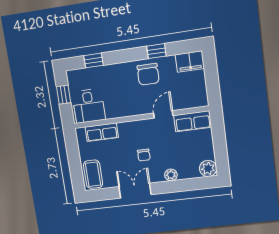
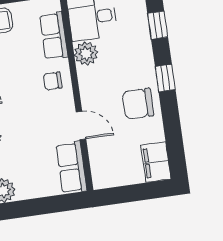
window: (156, 51) -> (165, 78), moved
plant: (114, 110) -> (86, 54), added
chair: (144, 155) -> (53, 81), moved

